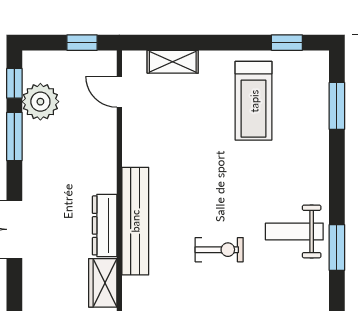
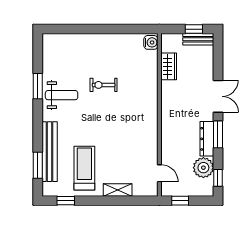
shelving: (173, 62) -> (118, 190), moved
window: (14, 136) -> (218, 134), moved
bench: (135, 221) -> (50, 152), moved
dresser: (105, 225) -> (207, 139), moved, turned 180

